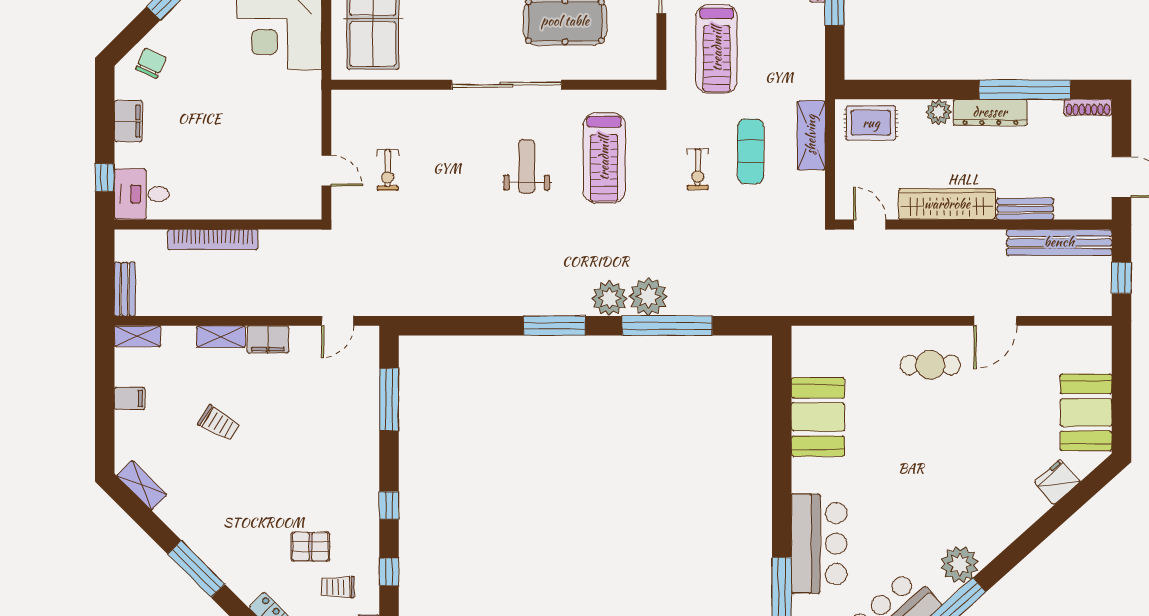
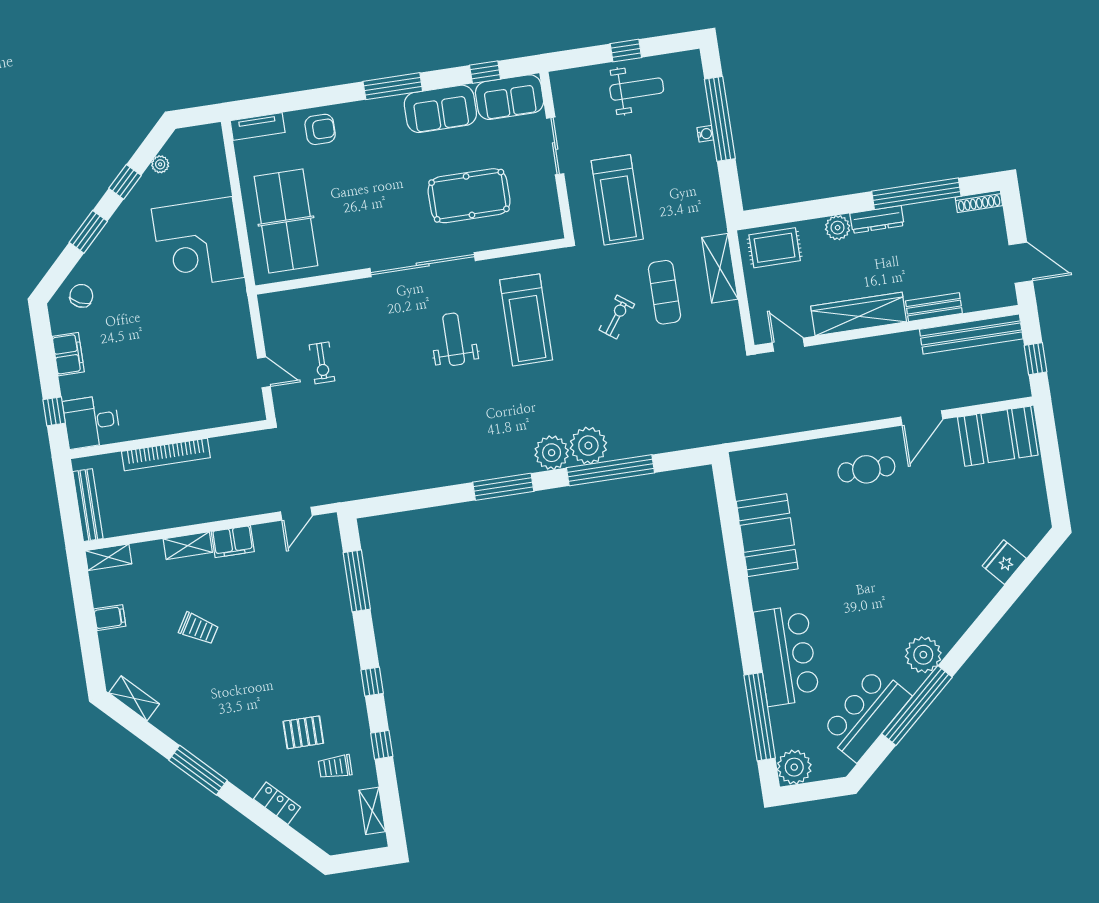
dresser: (990, 112) -> (877, 219), width x0.73, depth x0.80
exercise bike: (698, 169) -> (617, 317), turned -144
bench: (125, 289) -> (88, 505), width x1.36
booth: (1086, 412) -> (998, 436), moved, turned 90

